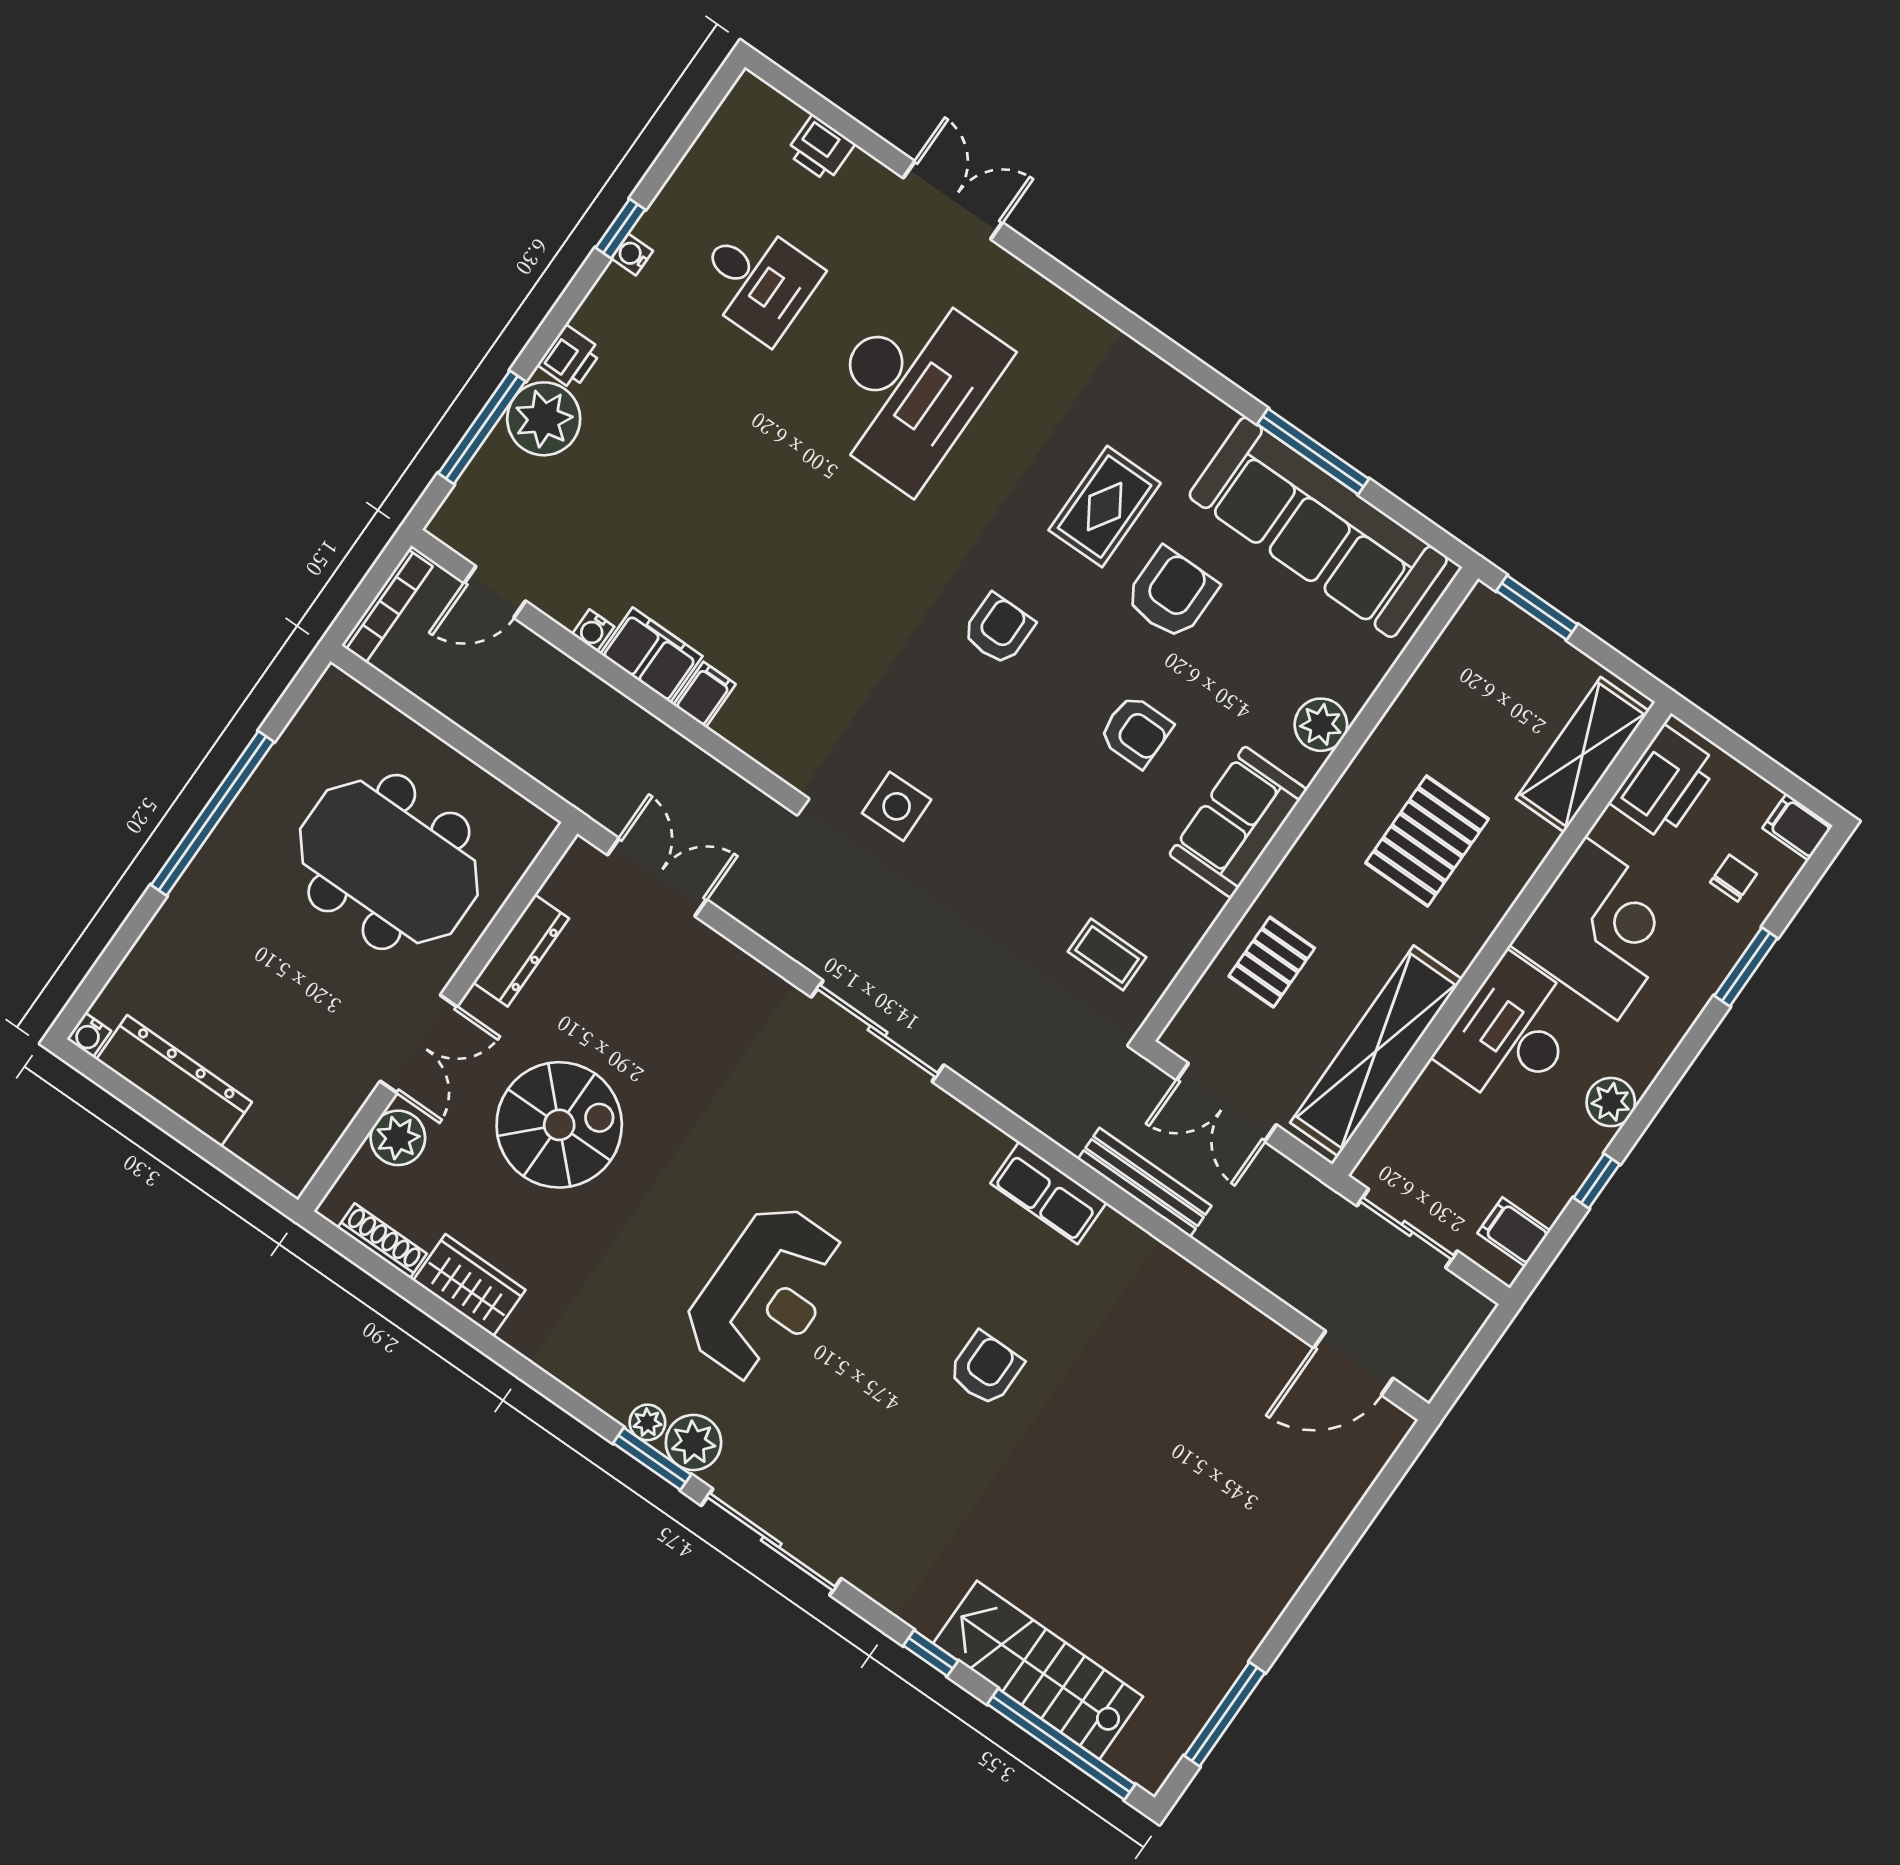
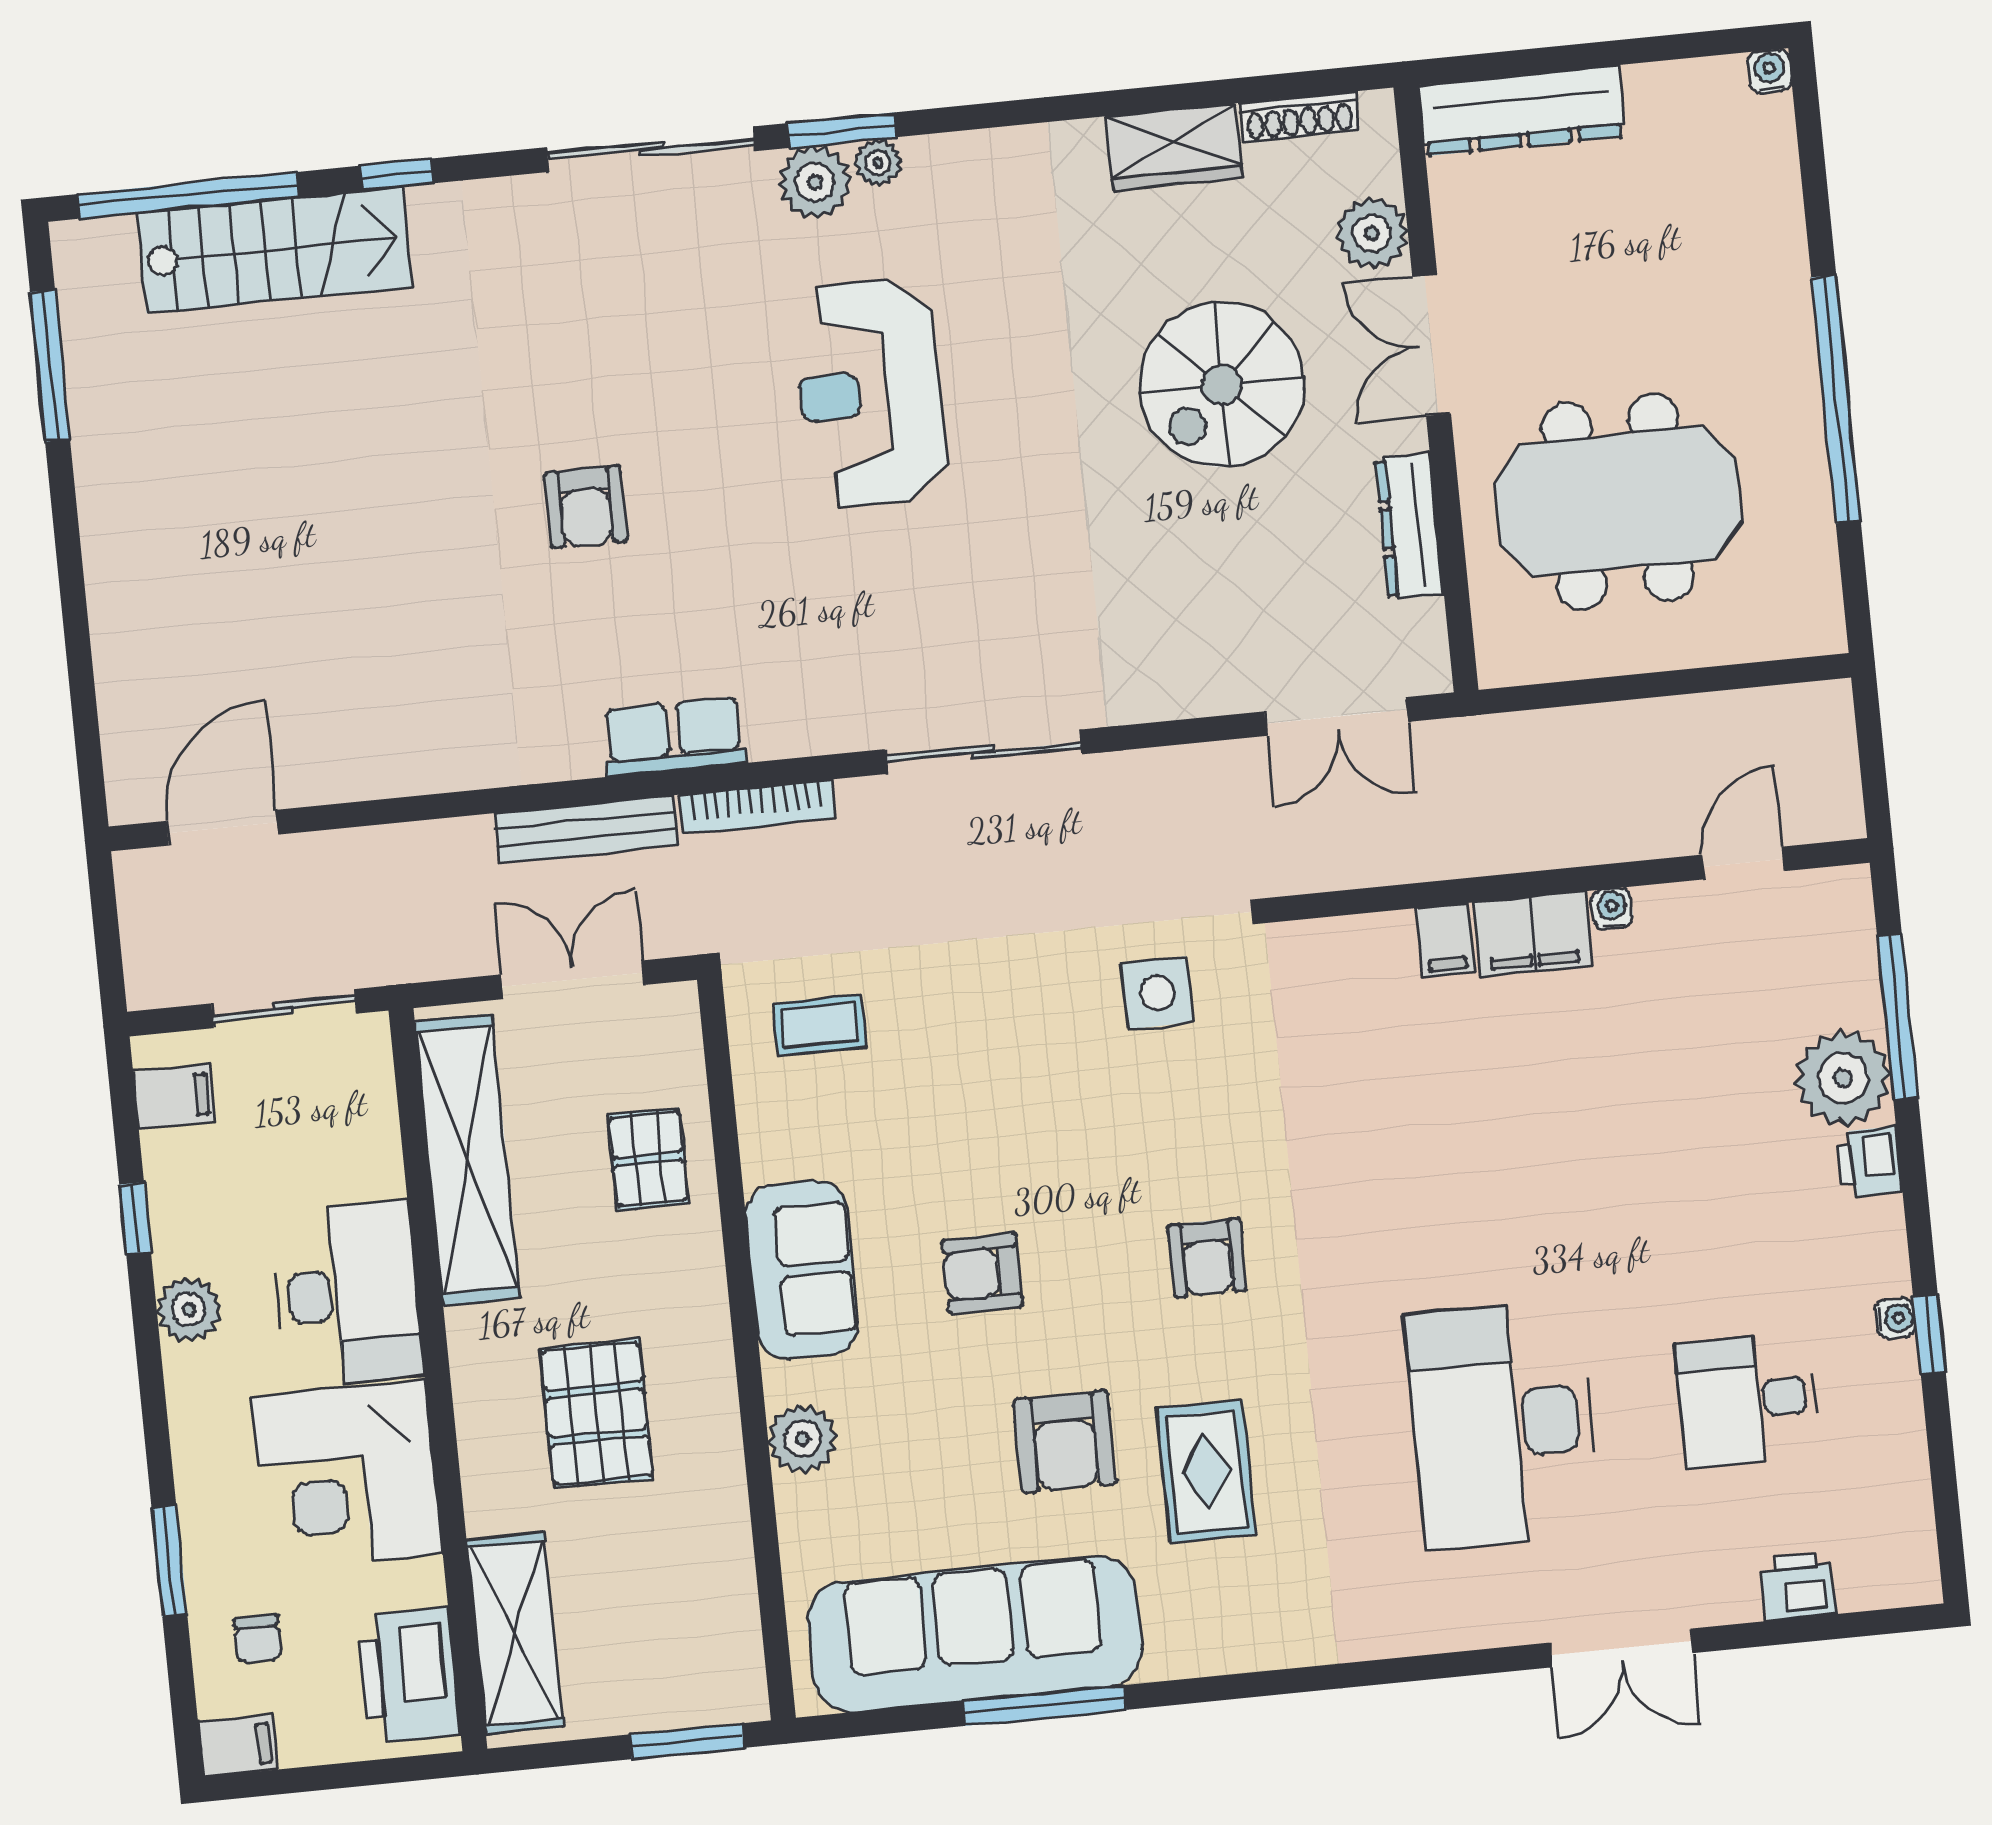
bookcase: (387, 606) -> (757, 807), moved, turned -90
dresser: (174, 1081) -> (1522, 111), moved

